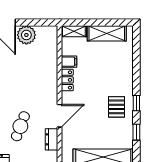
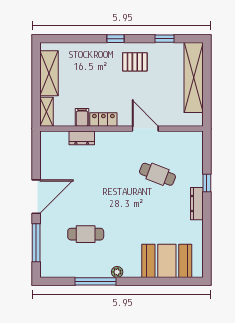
plant: (26, 35) -> (51, 167), removed
window: (136, 103) -> (116, 39), moved
dresser: (52, 139) -> (82, 138), moved

